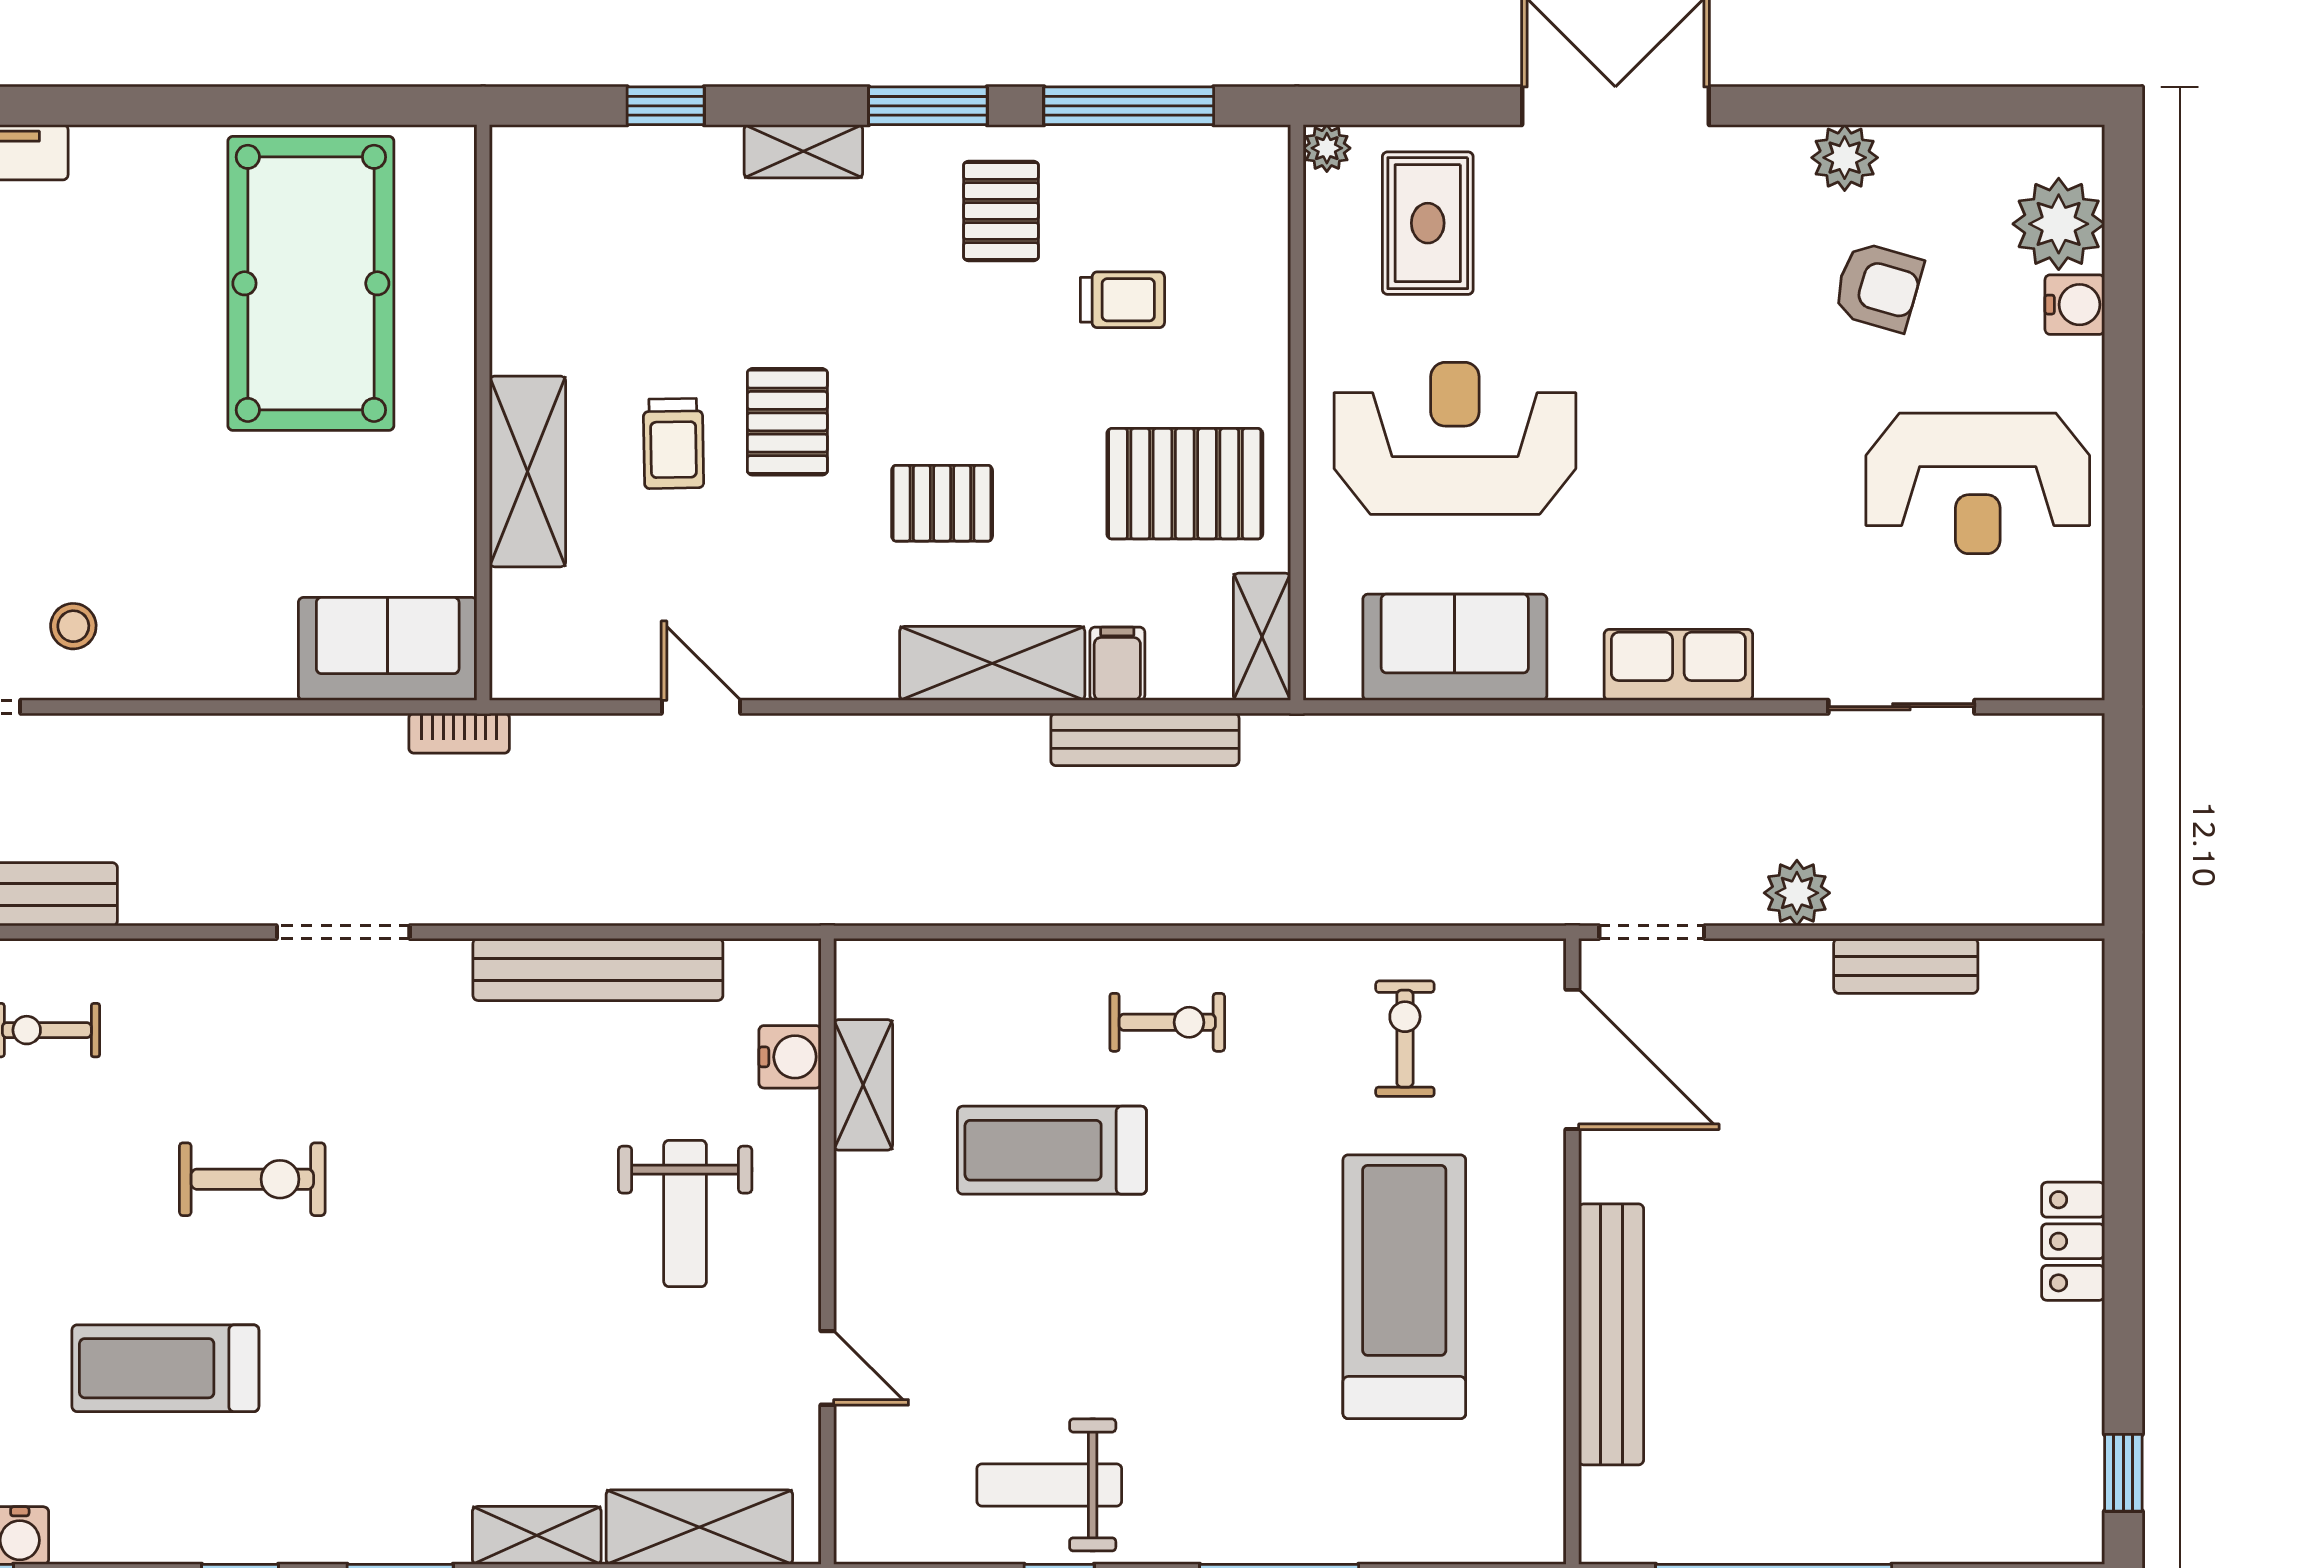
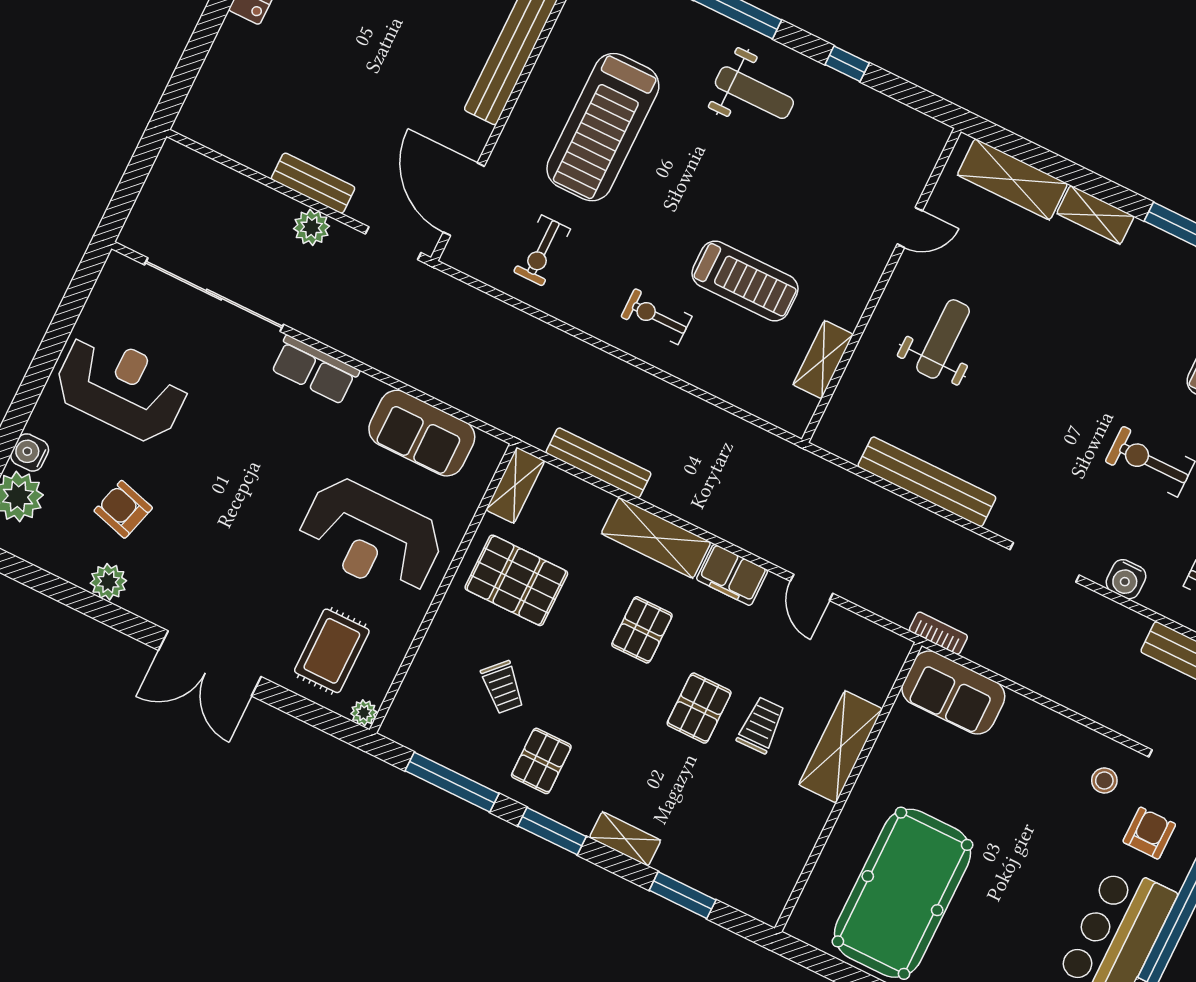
window: (666, 106) -> (683, 895), width x1.50
trolley: (1122, 300) -> (503, 687), turned -136
pallet: (942, 503) -> (642, 630), turned 90
filing cabinet: (1117, 664) -> (732, 575), moved, width x2.00
sliding door: (1901, 707) -> (214, 295), width x1.86
bench: (1906, 966) -> (313, 183), moved
water cooler: (790, 1057) -> (1126, 579), moved, turned -90
door: (827, 1368) -> (910, 227), swing flipped
weight bench: (1049, 1485) -> (754, 93), moved

